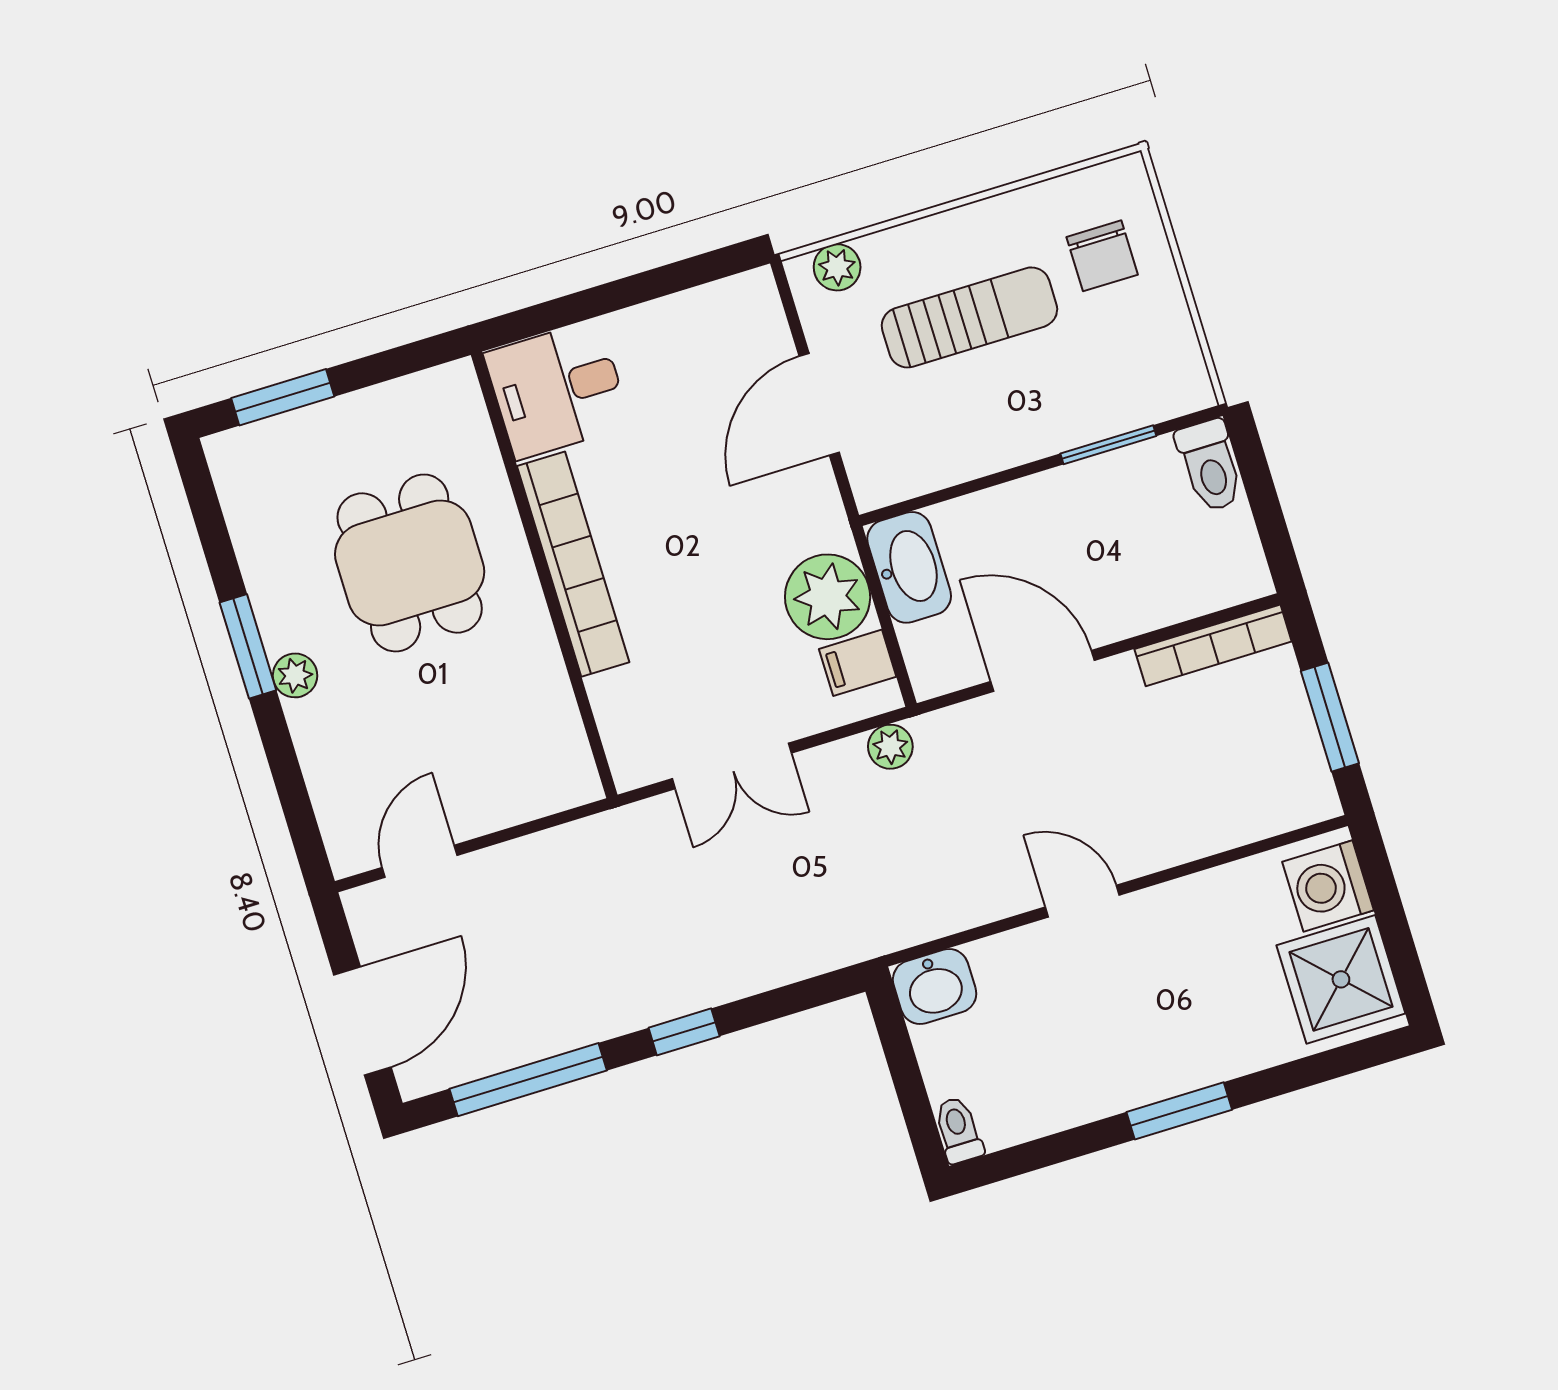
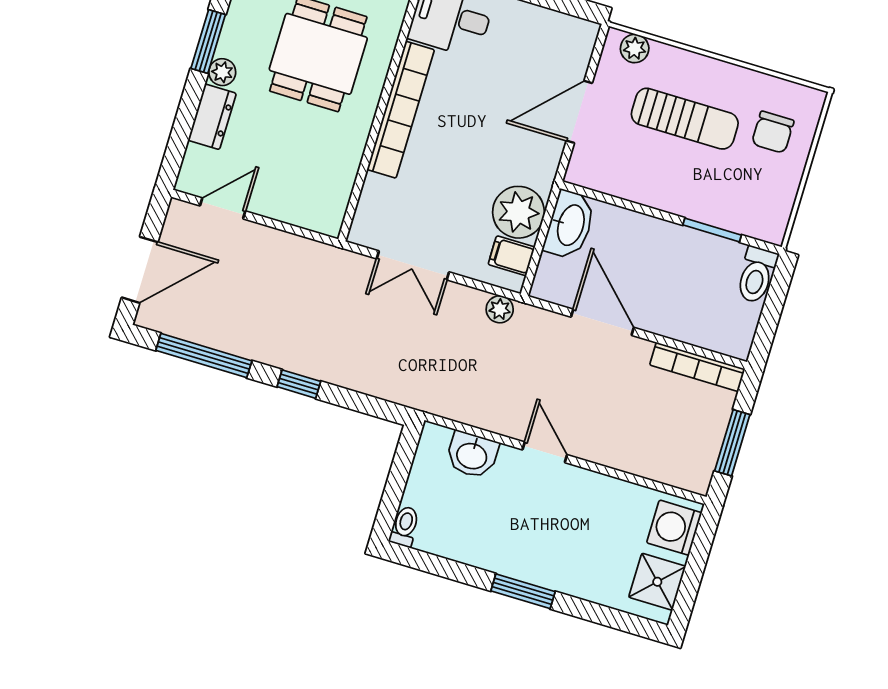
dresser: (322, 746) -> (212, 117), added
shower: (1341, 979) -> (657, 582), width x0.73, depth x0.73
washbasin: (935, 986) -> (472, 455), moved

